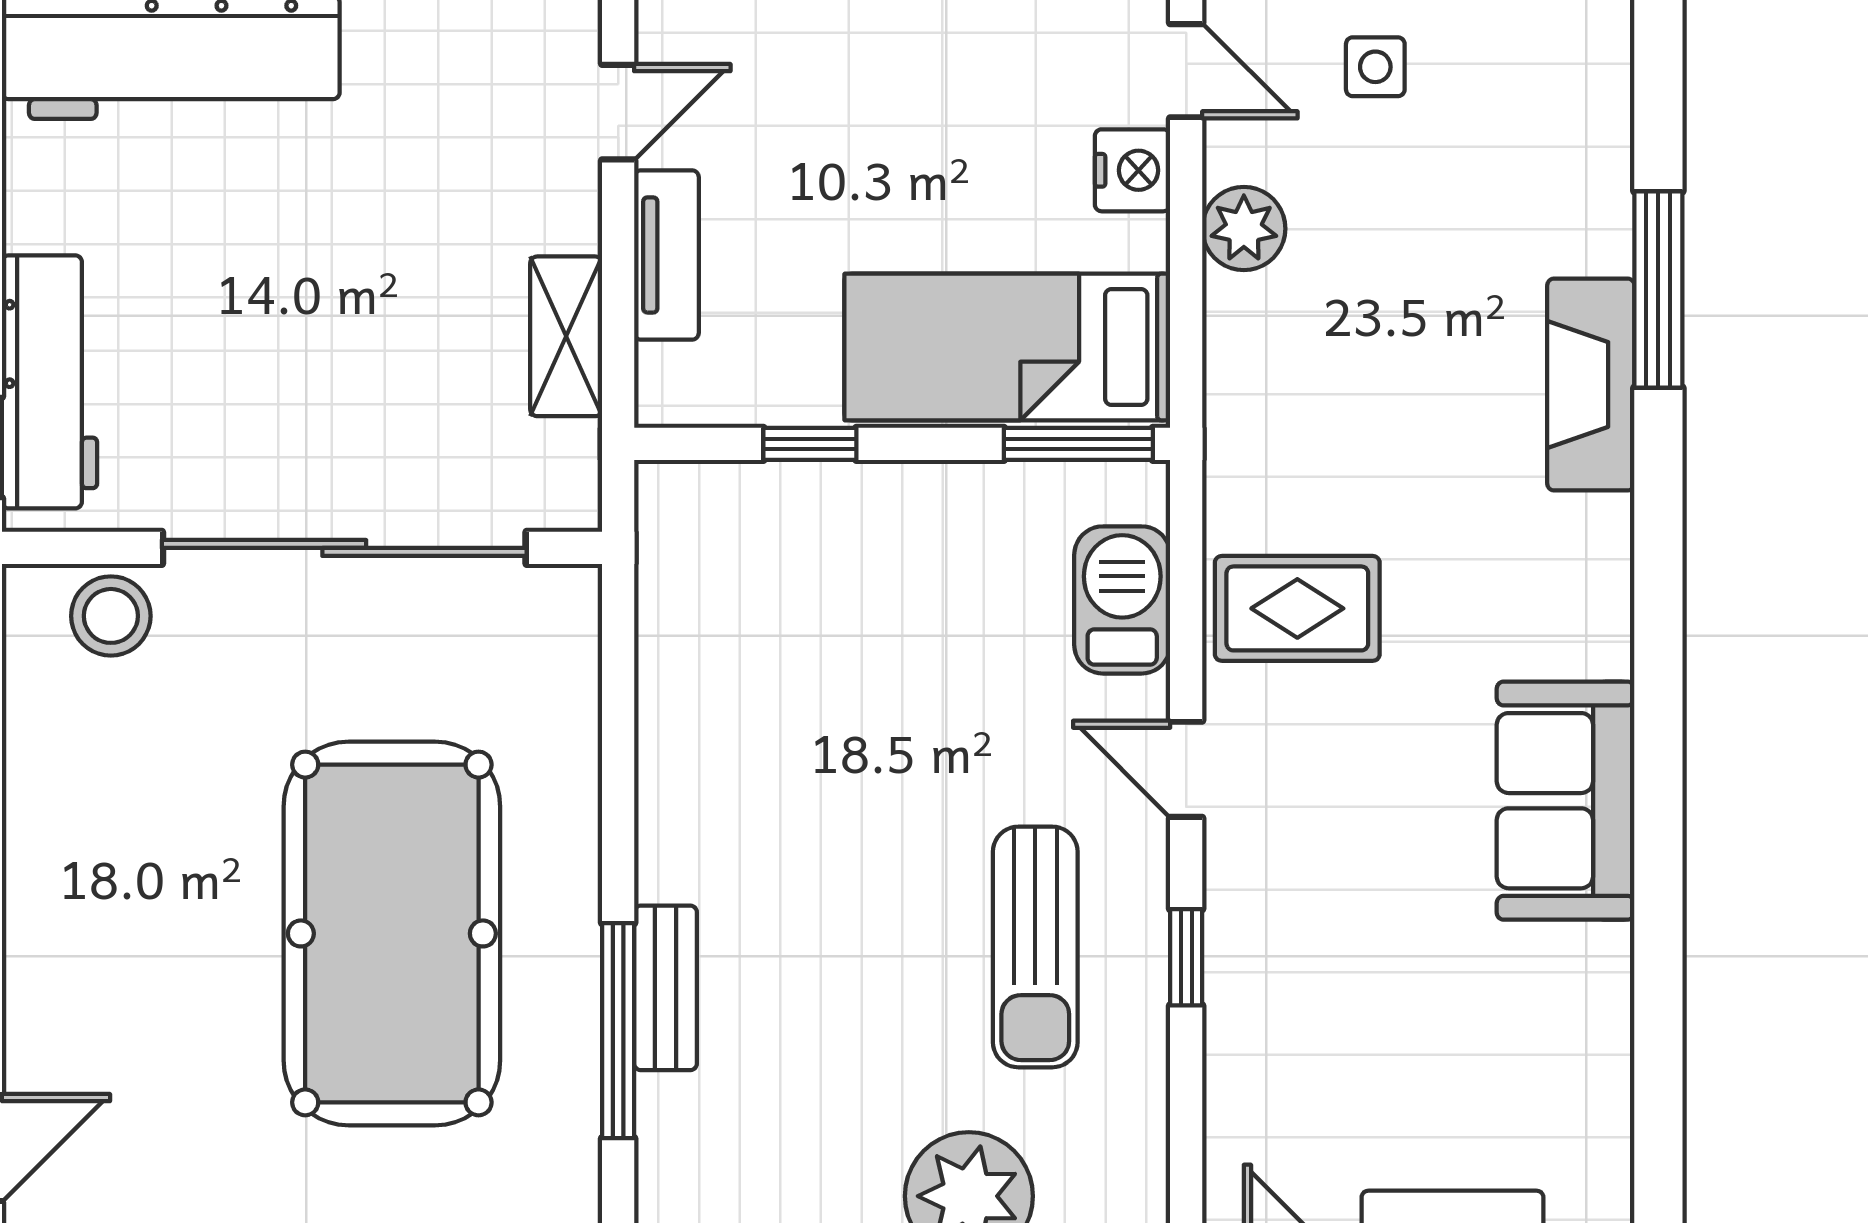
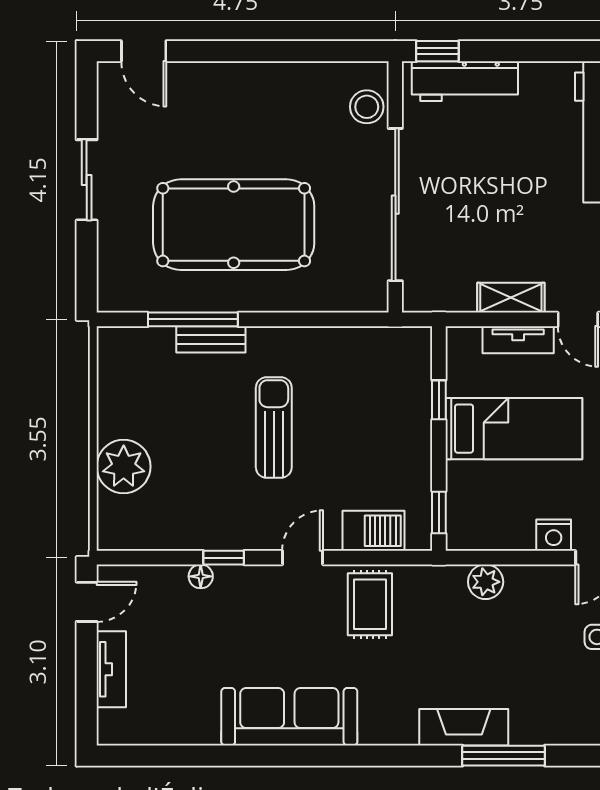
plant: (1244, 229) -> (486, 582), moved
shelving: (566, 336) -> (511, 298), moved
bed: (1007, 347) -> (514, 429), moved, turned 90
window: (1078, 444) -> (439, 512), width x0.67
sofa: (1566, 801) -> (289, 717), width x1.36
sun lounger: (1035, 947) -> (274, 428), moved, turned 90
floor lamp: (1231, 1012) -> (201, 576), added

